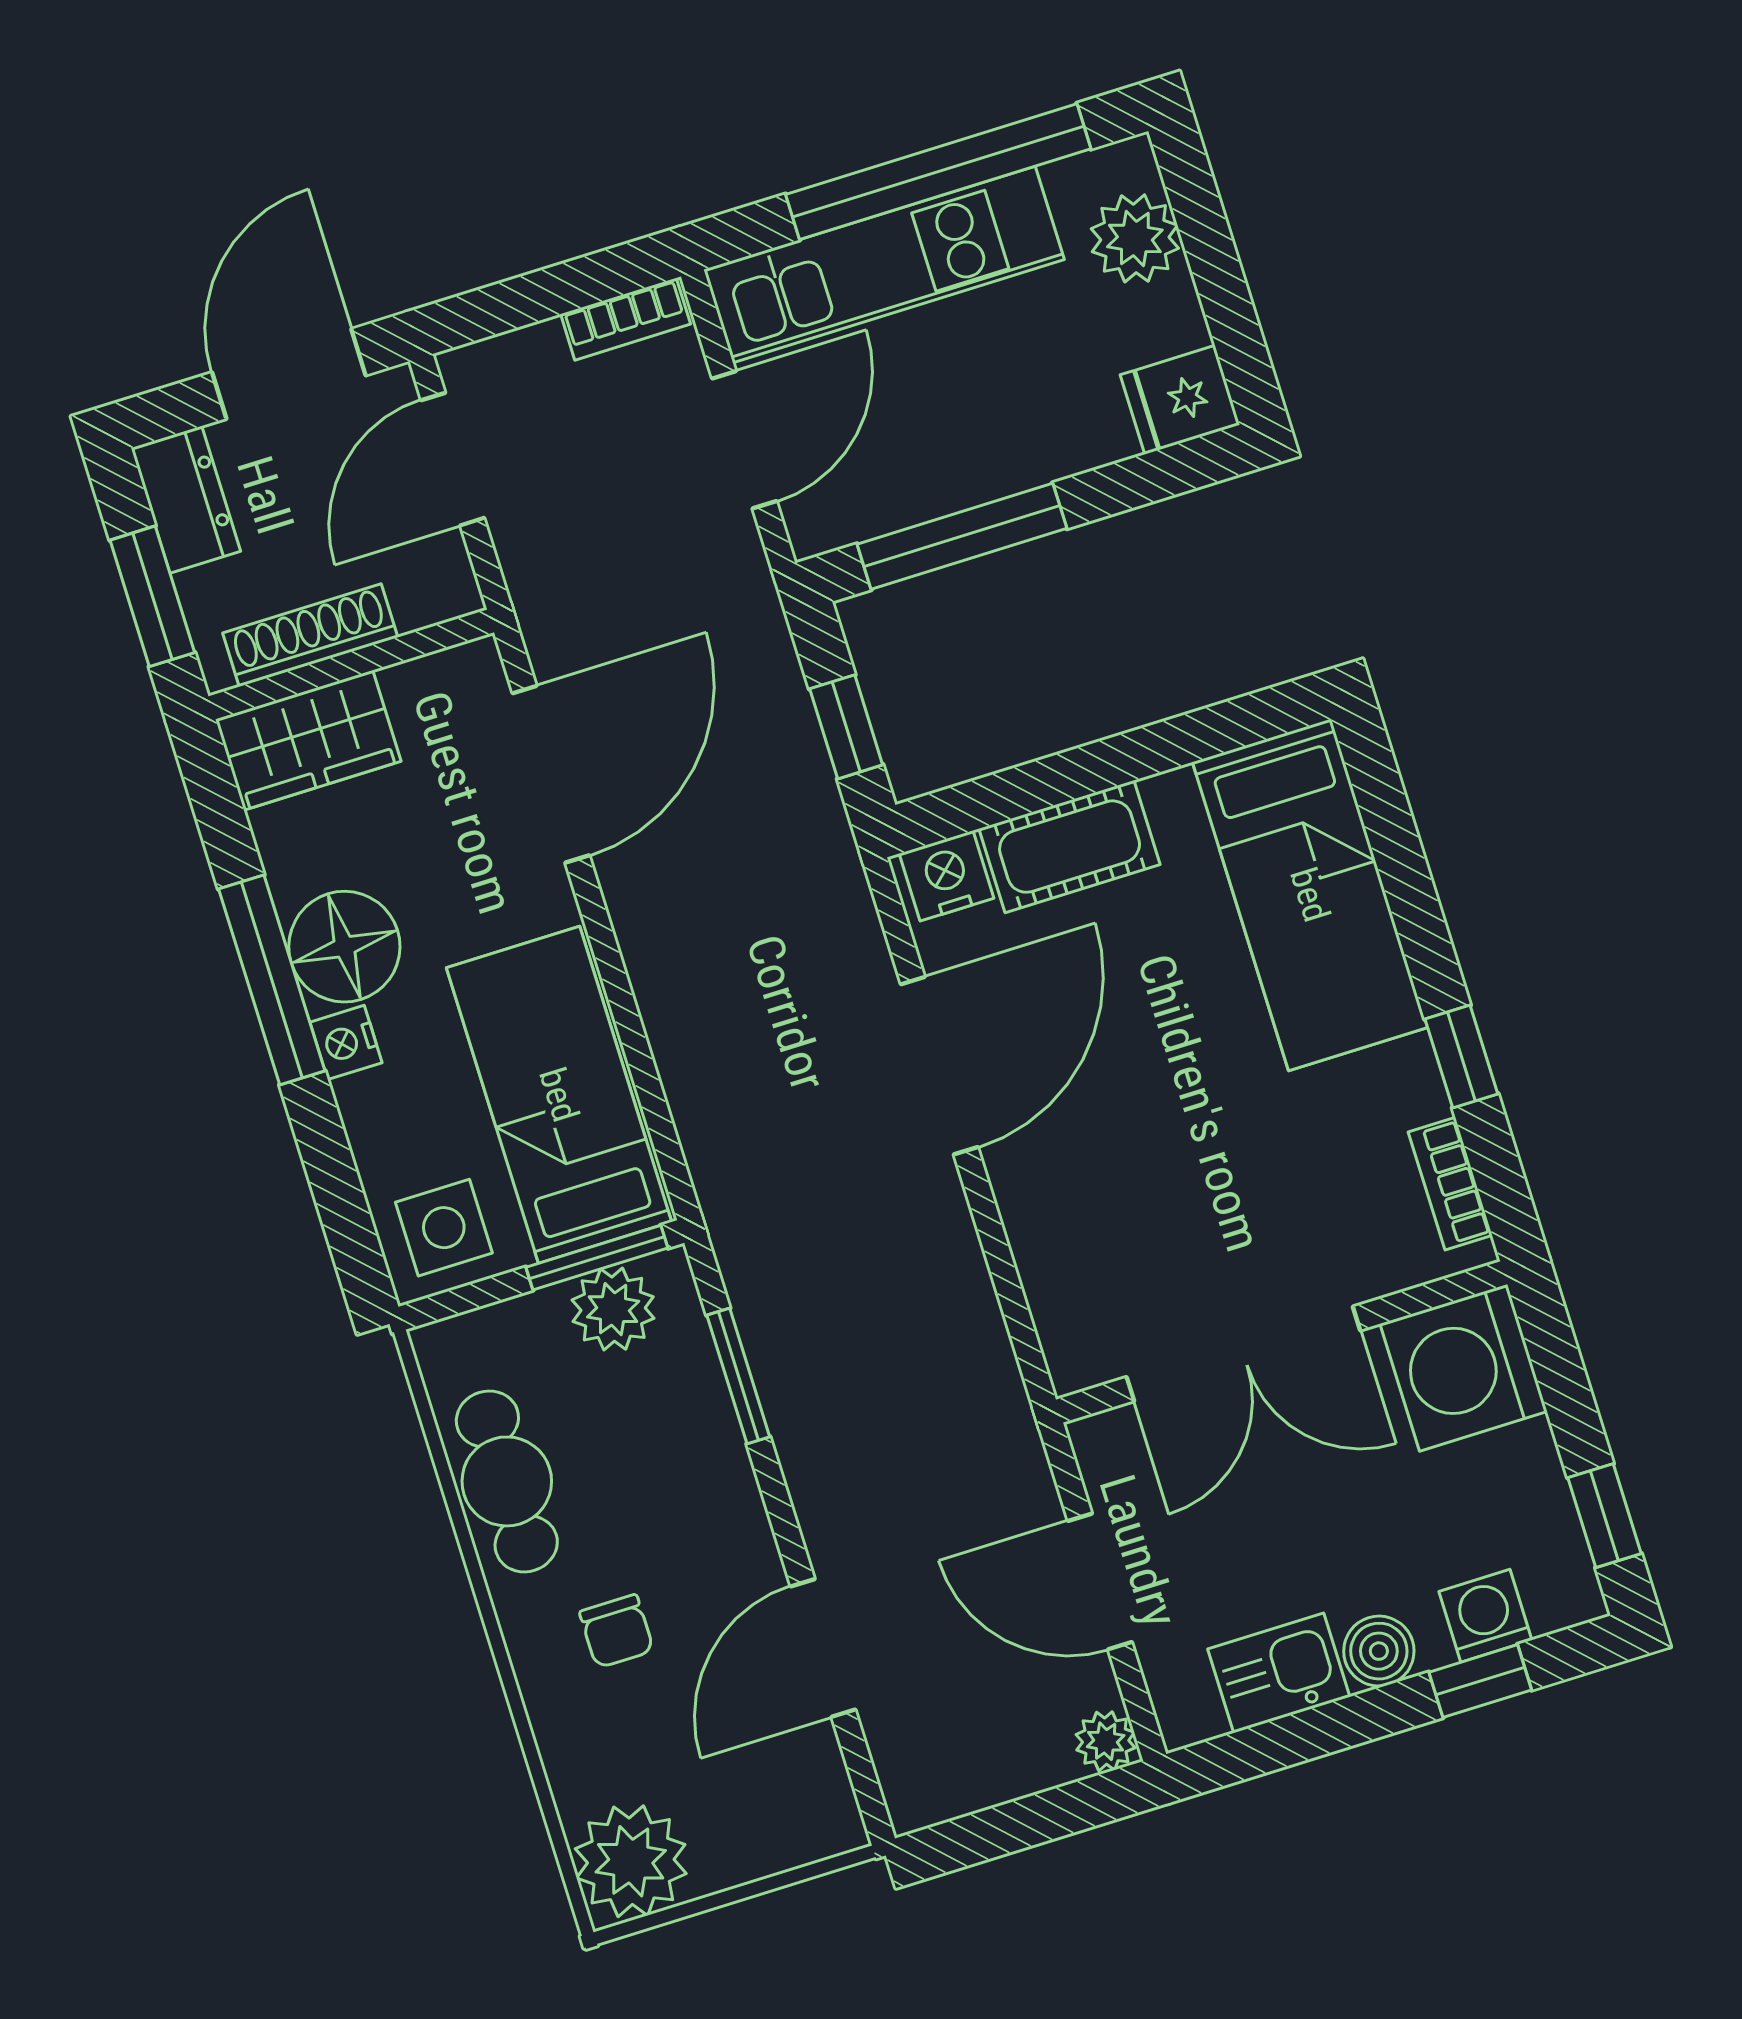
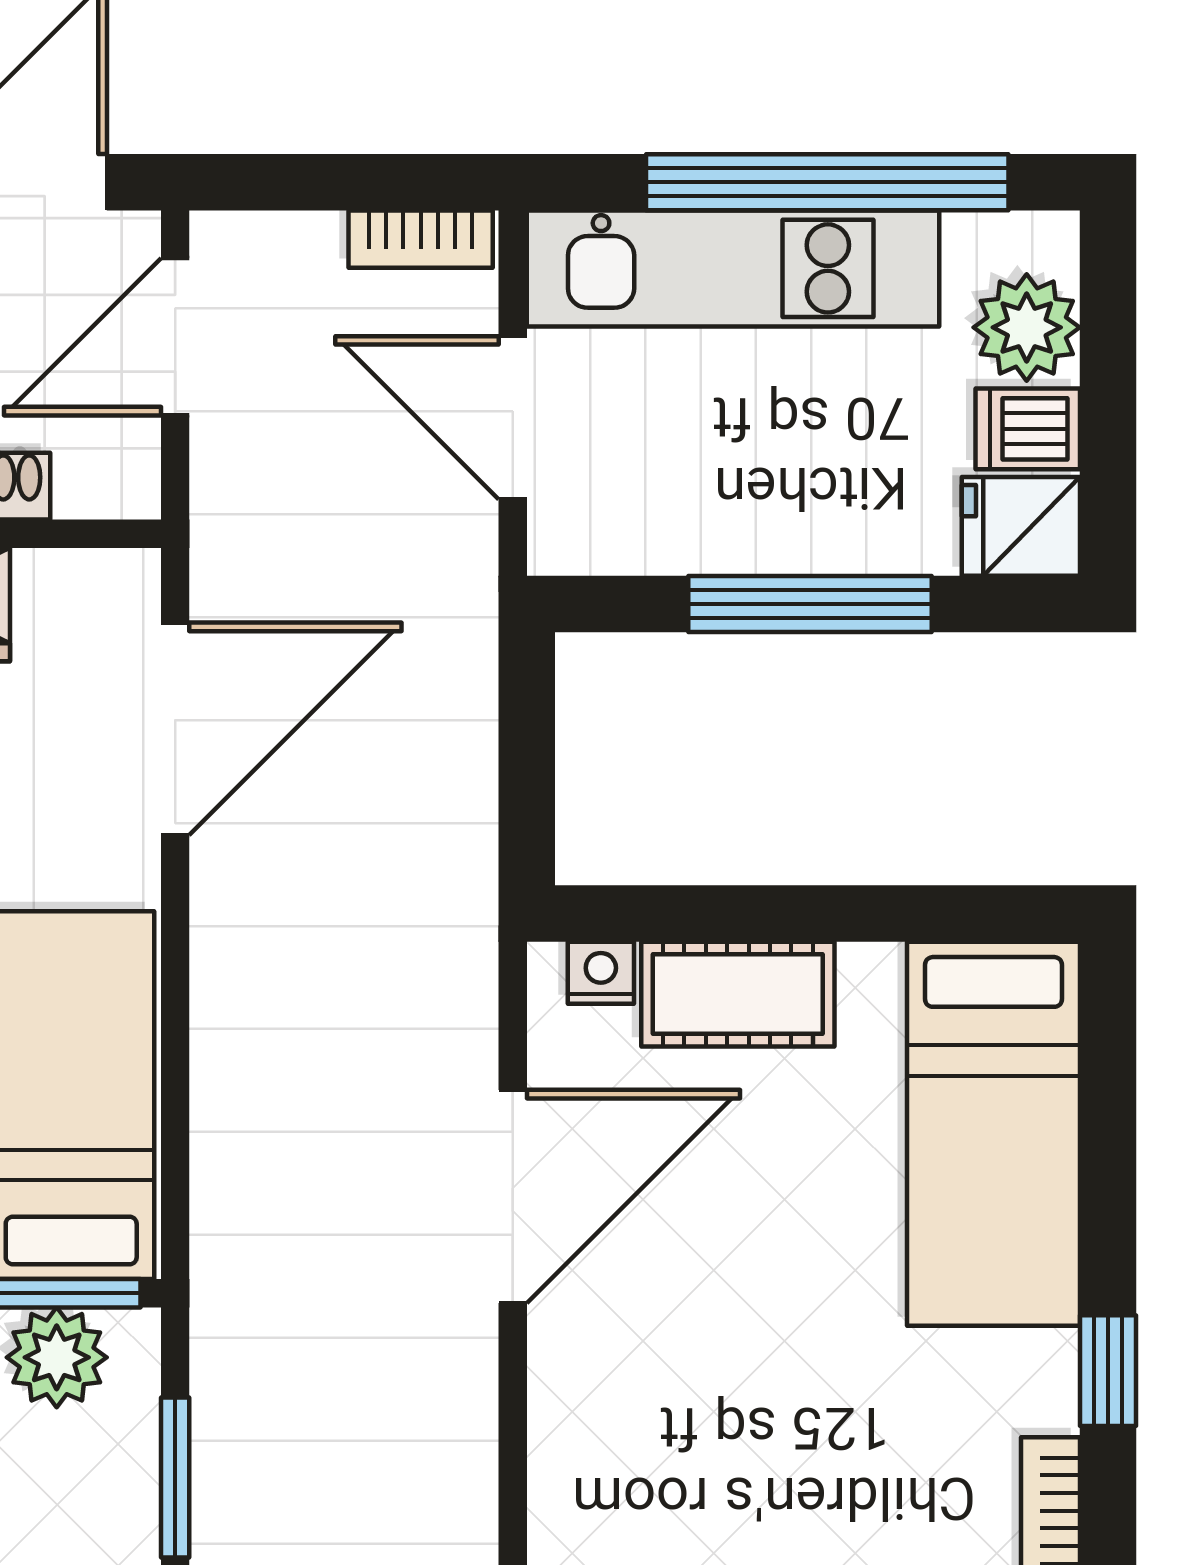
dishwasher: (1161, 320) -> (1028, 429), added
door: (744, 440) -> (513, 418), swing flipped
window: (962, 536) -> (810, 604), moved
window: (846, 727) -> (527, 779), removed
nightstand: (947, 876) -> (601, 973), width x0.72, depth x0.74

